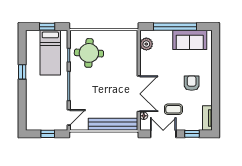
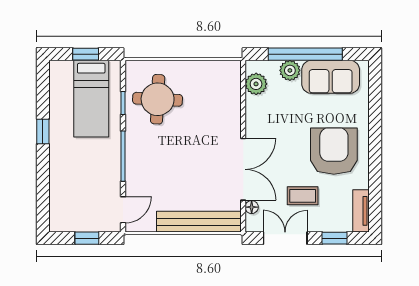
plant: (166, 36) -> (290, 70), added
armchair: (192, 83) -> (334, 151), width x1.88, depth x1.88

